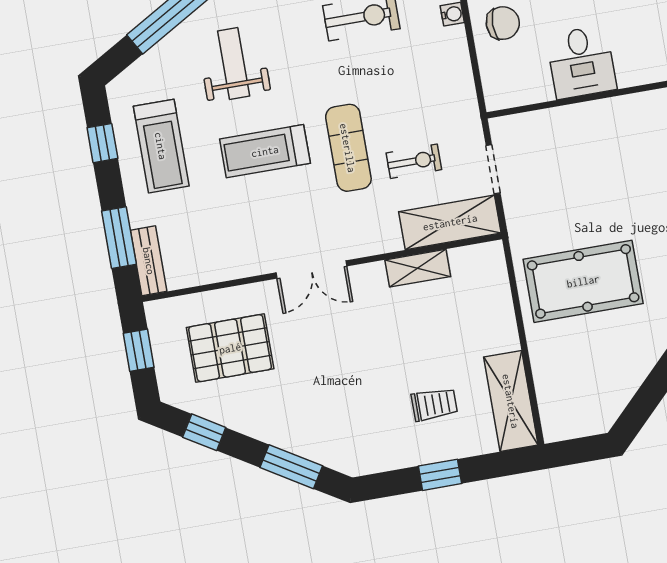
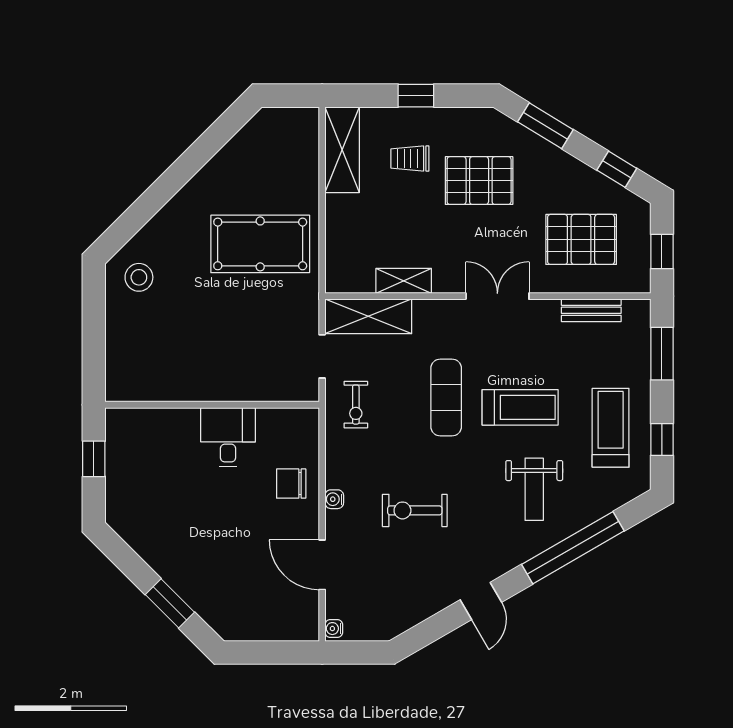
exercise bike: (414, 161) -> (356, 405), moved, turned -90
bench: (149, 261) -> (591, 310), moved, turned 90
pallet: (354, 393) -> (479, 181), added

